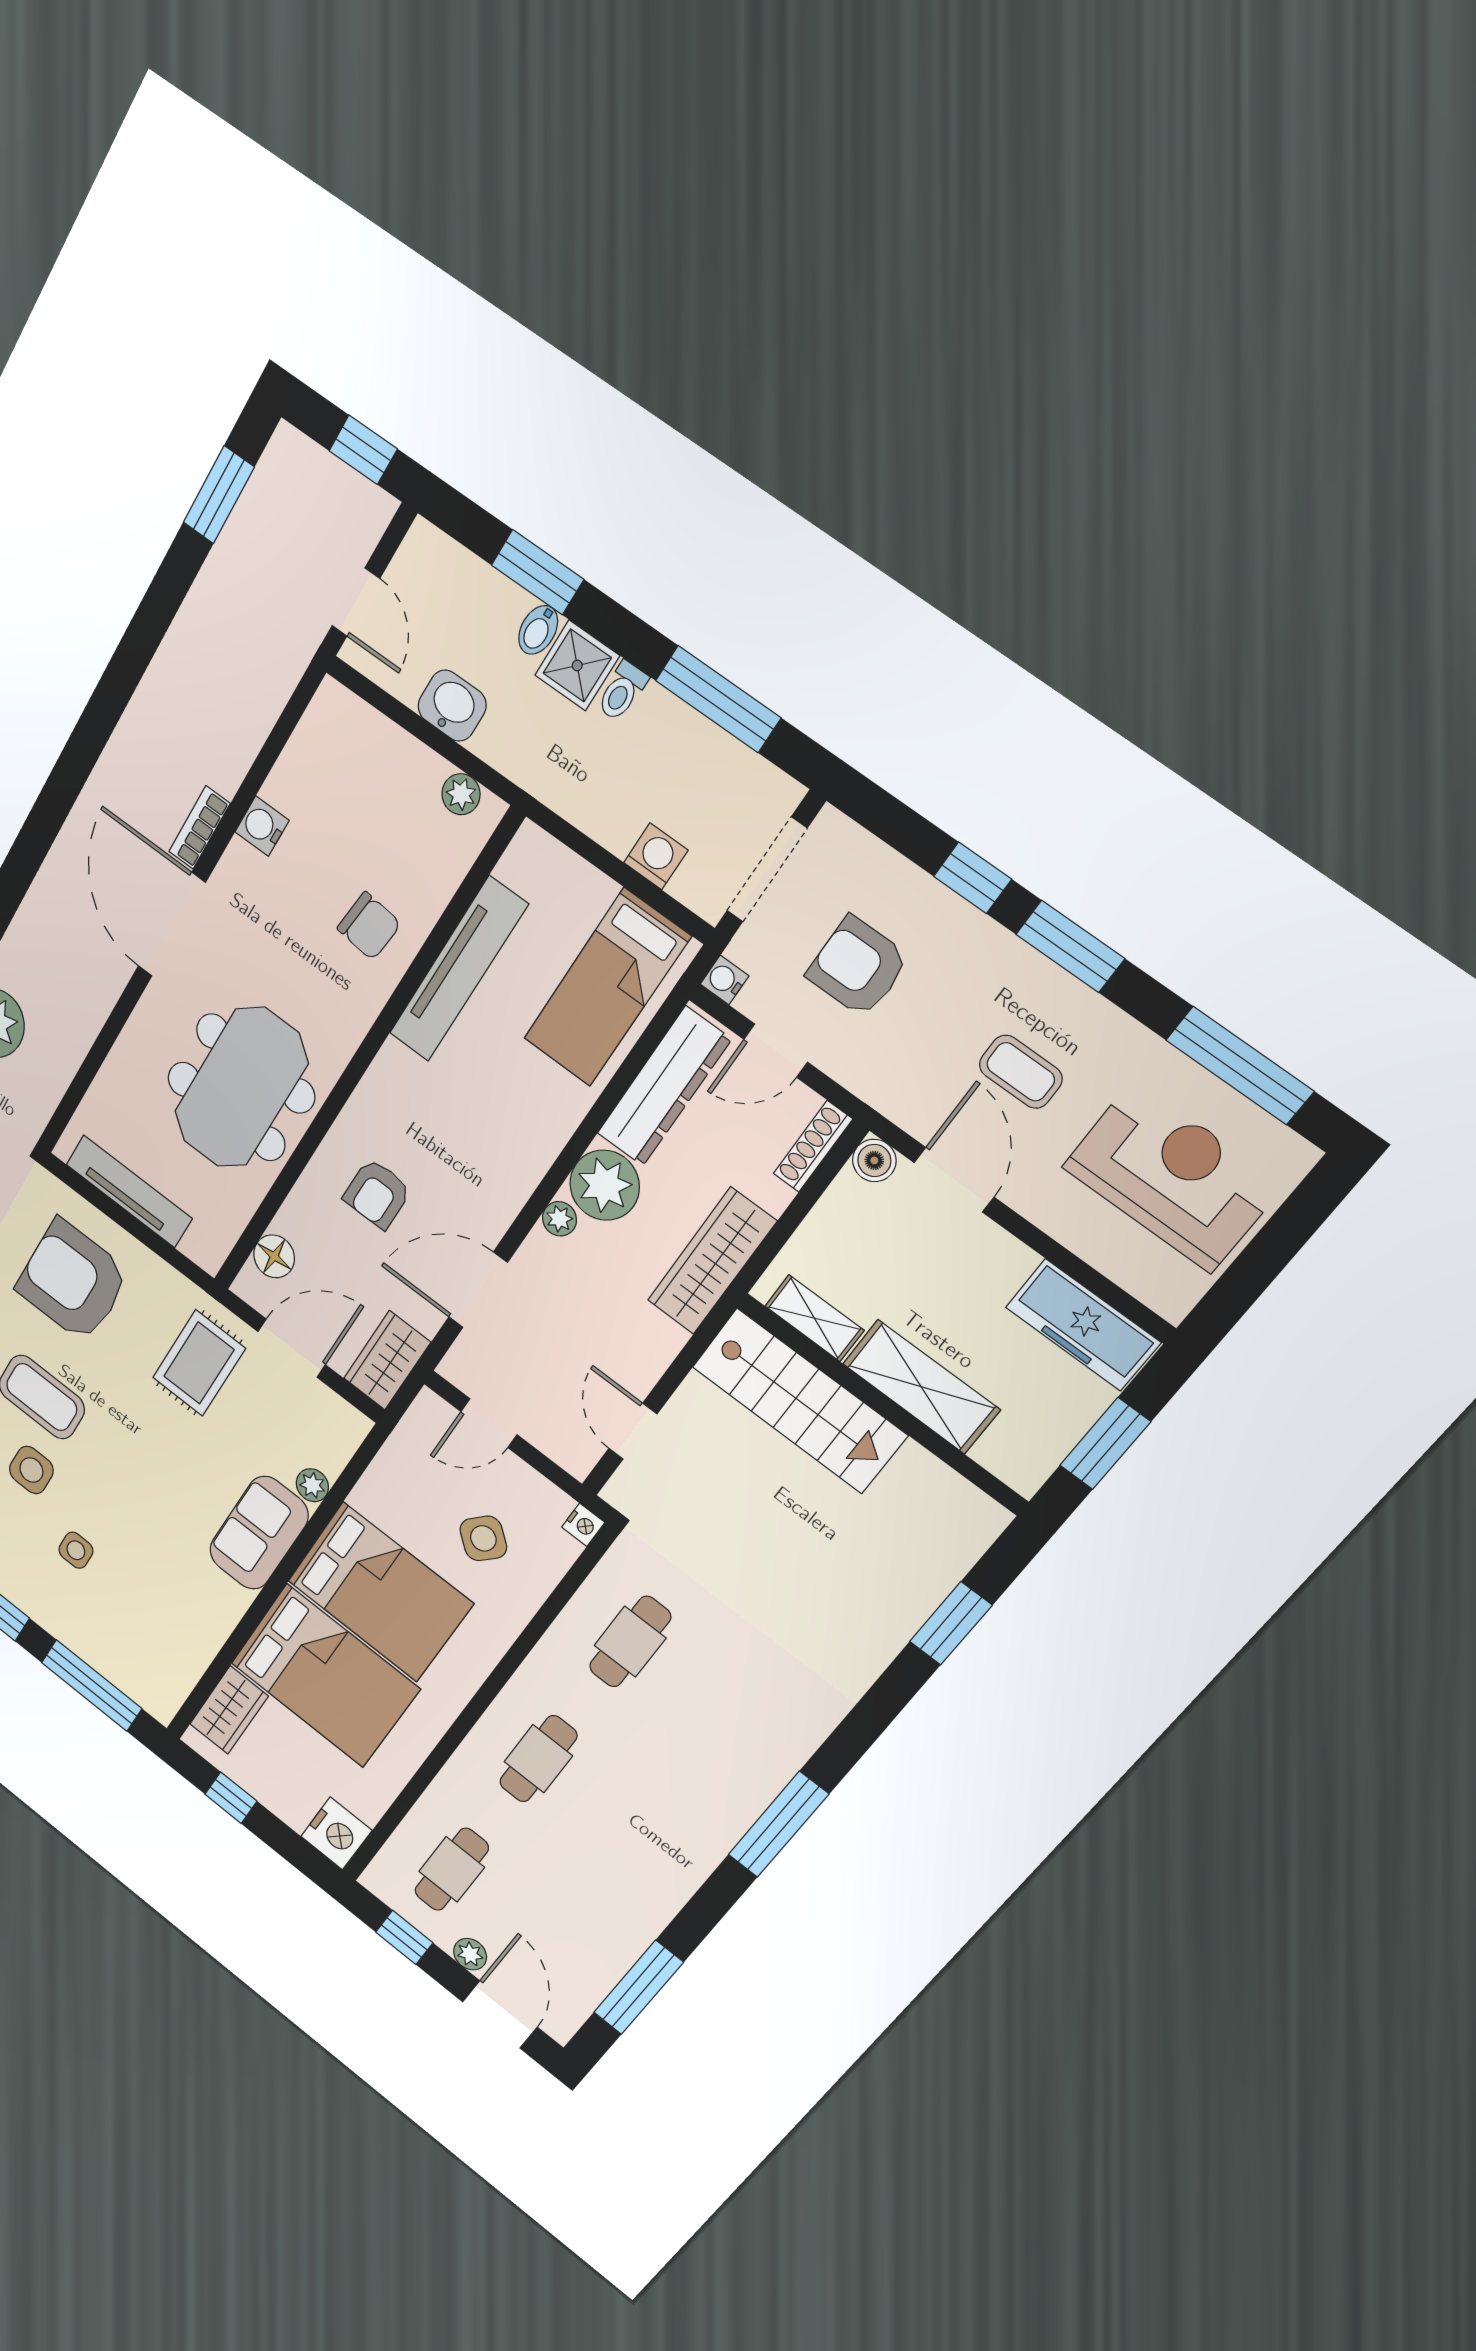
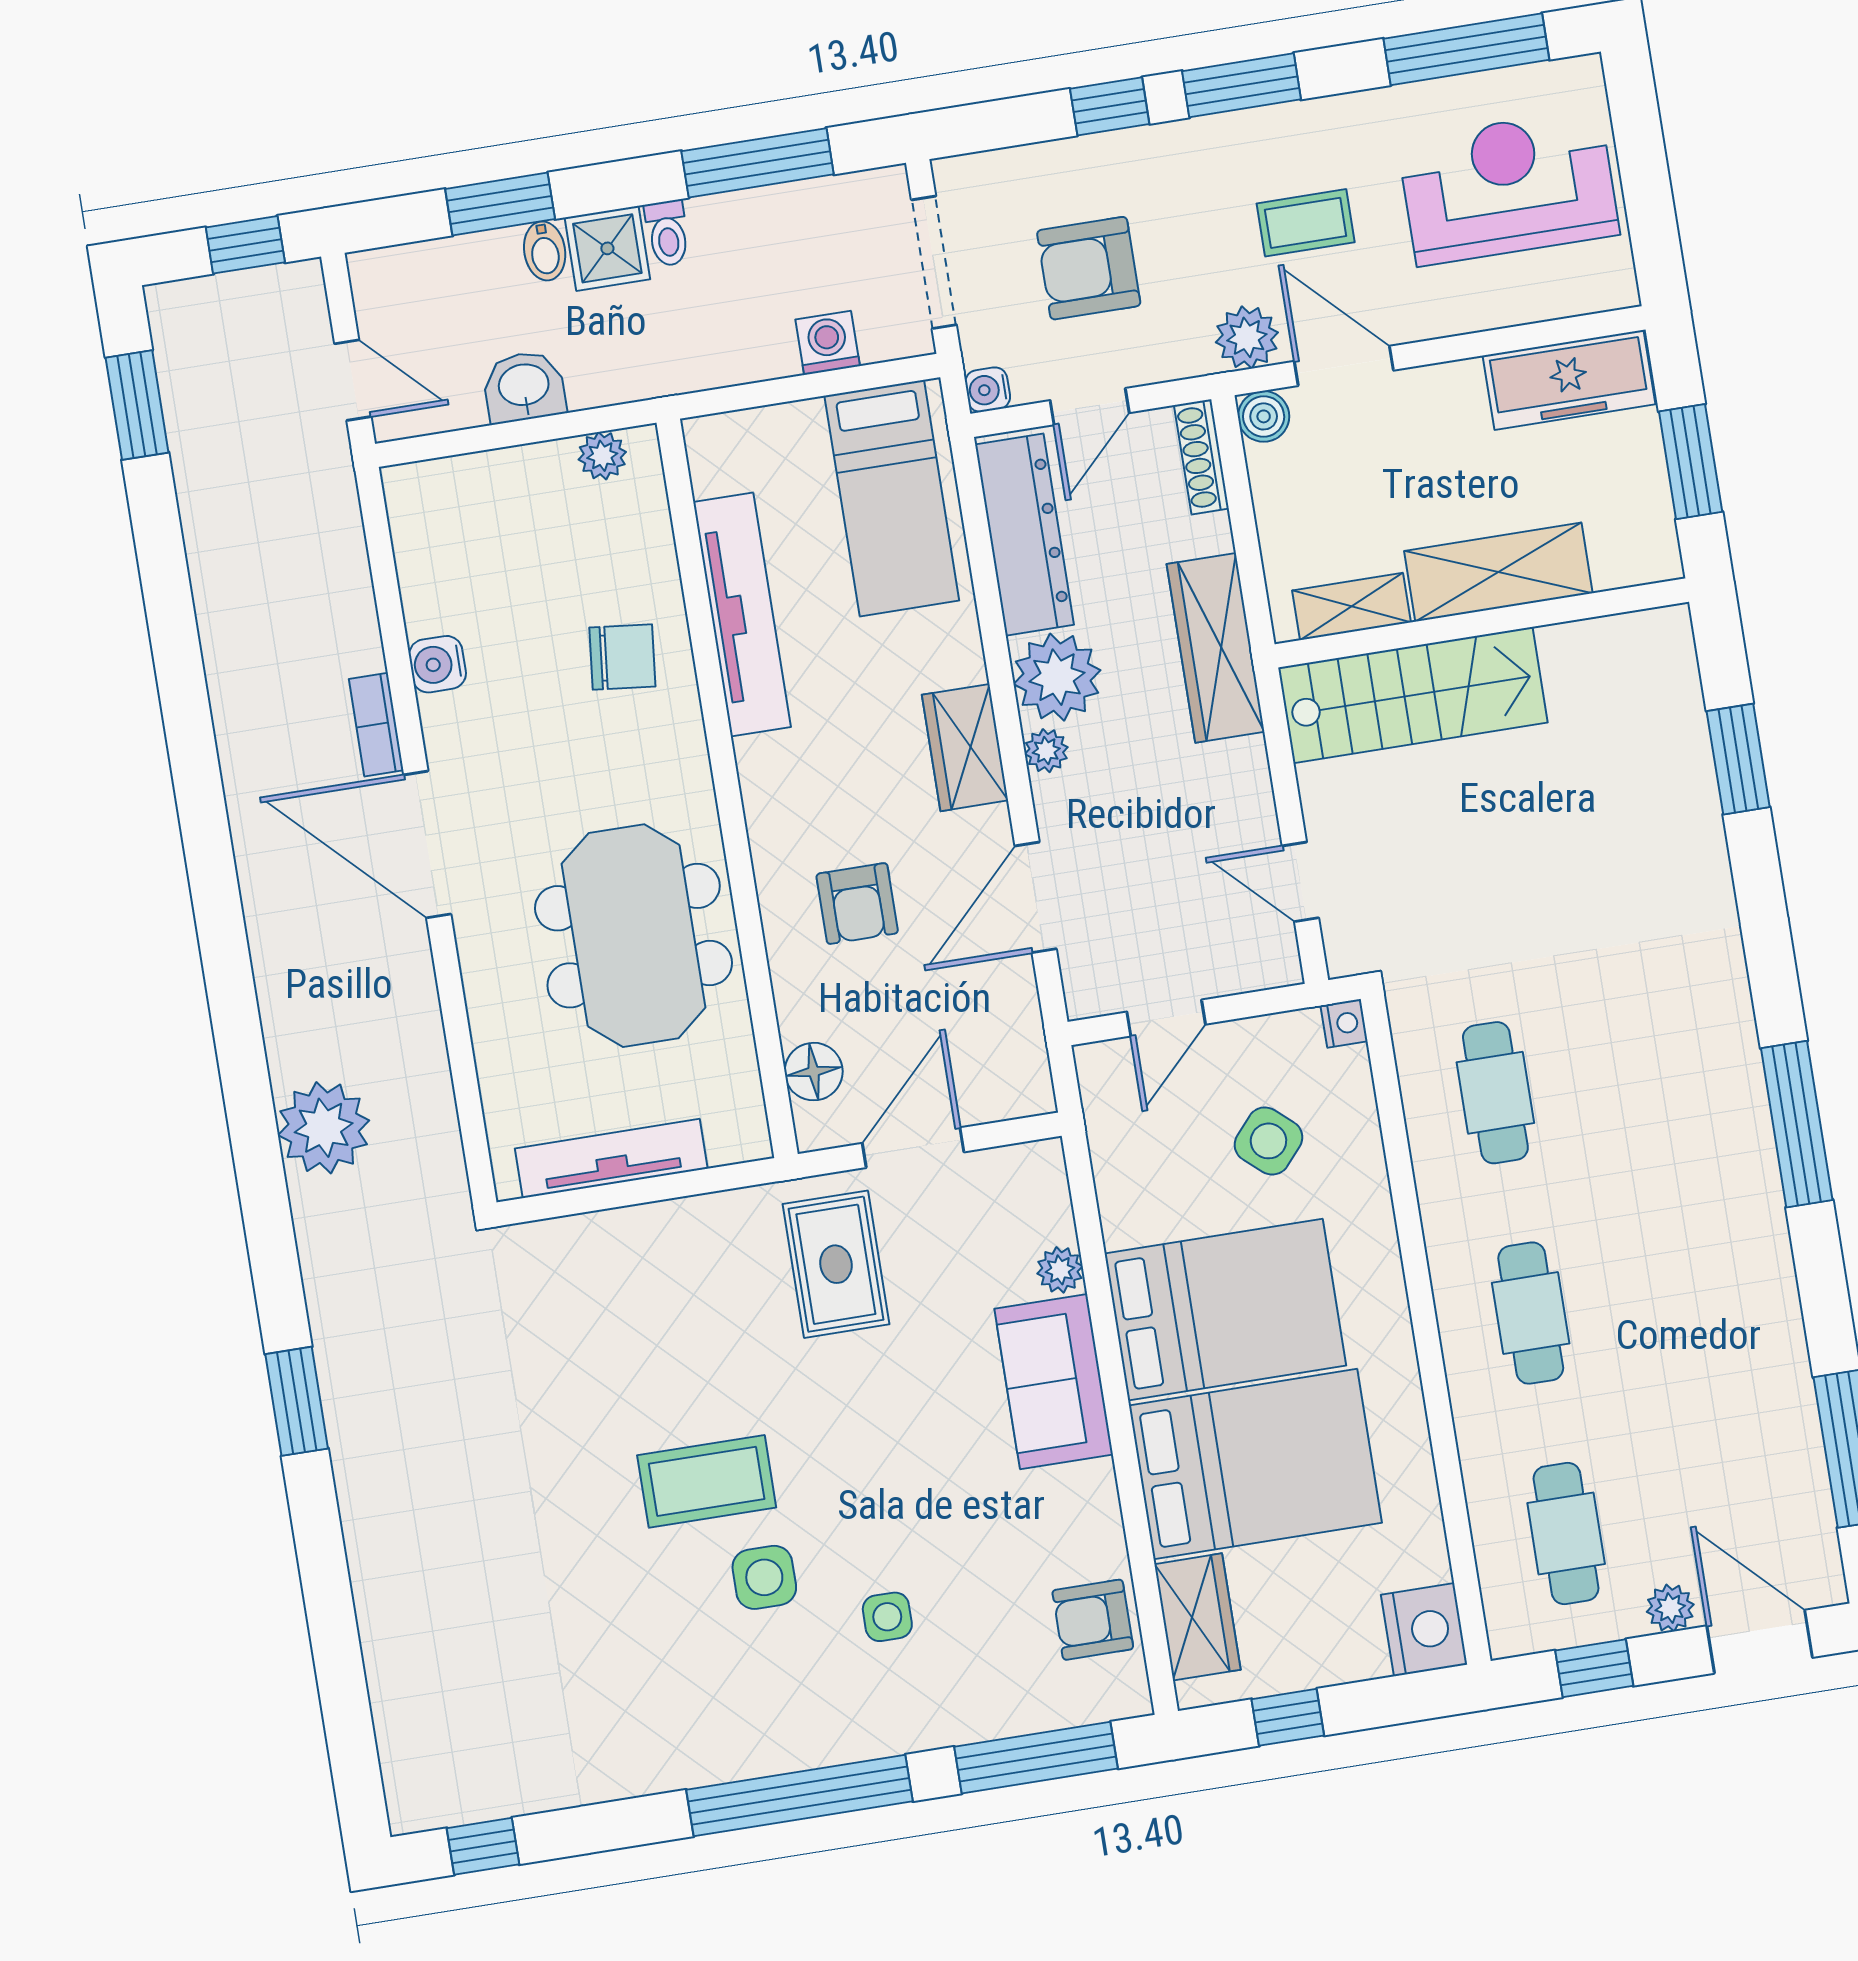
plant: (912, 1104) -> (1247, 337), added
armchair: (73, 1281) -> (1093, 1620), moved, width x0.53, depth x0.53
wardrobe: (387, 1360) -> (965, 748), moved

